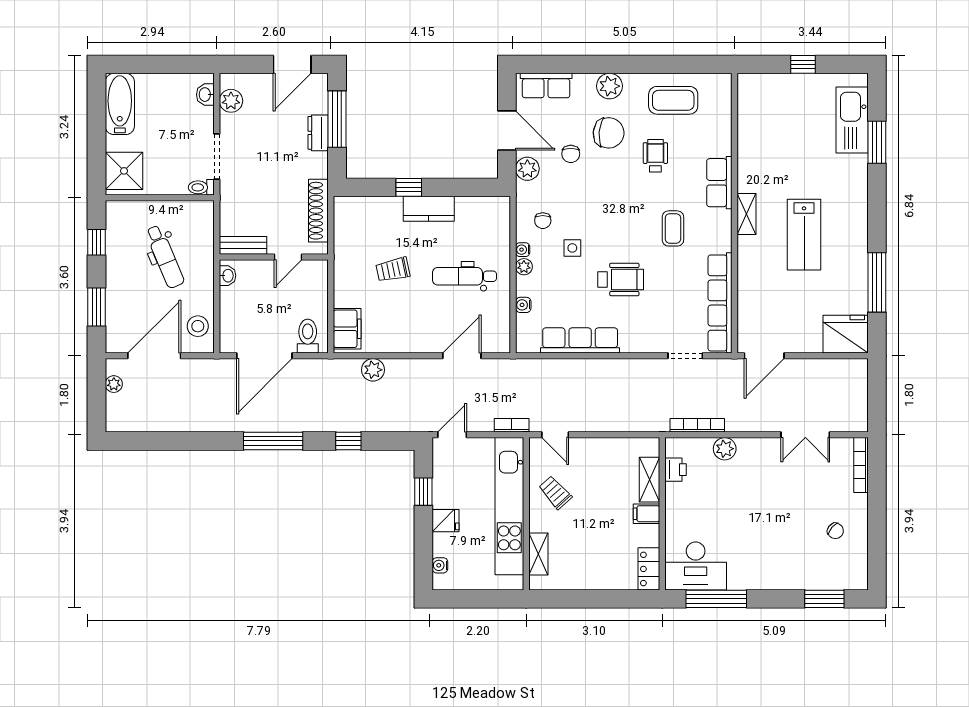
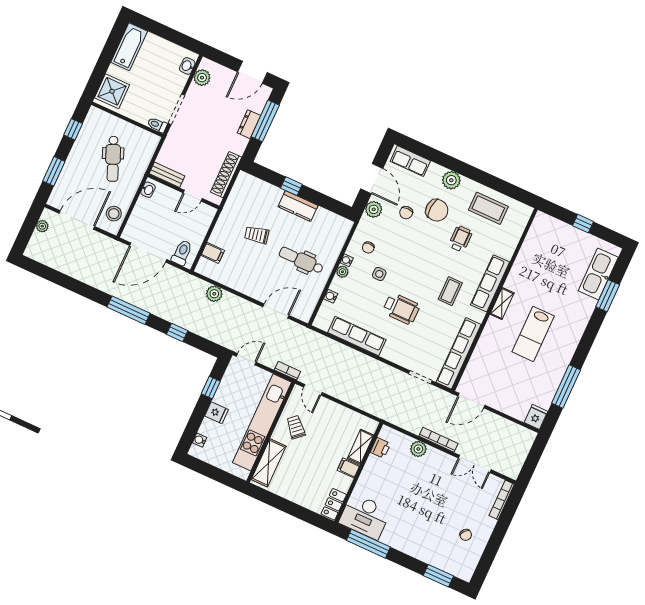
row of seats: (719, 183) -> (490, 283), width x1.48
filing cabinet: (347, 329) -> (213, 253), width x0.50
fridge: (846, 334) -> (536, 417), width x0.53, depth x0.75
bookcase: (697, 425) -> (438, 440), moved
shelving: (538, 554) -> (269, 463), width x1.50, depth x1.33

